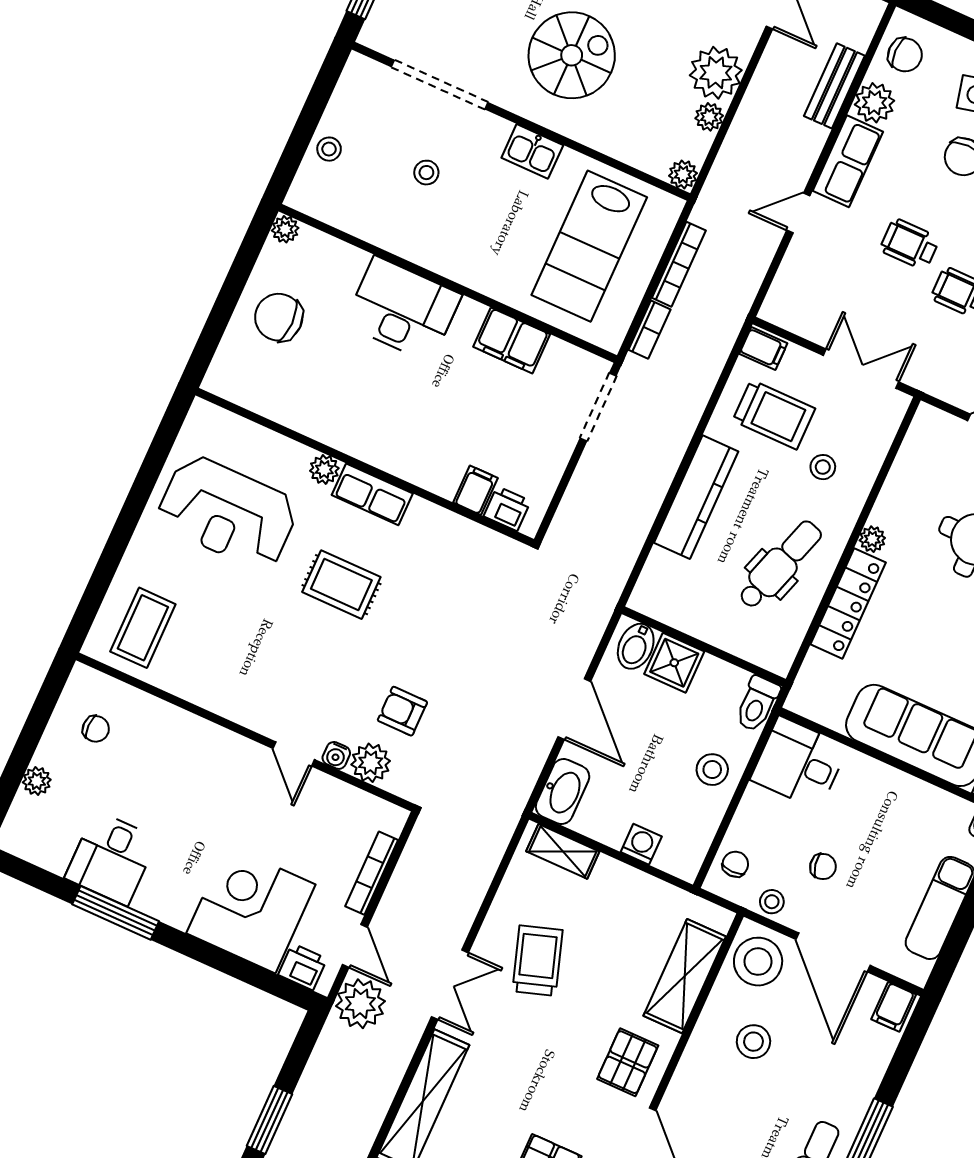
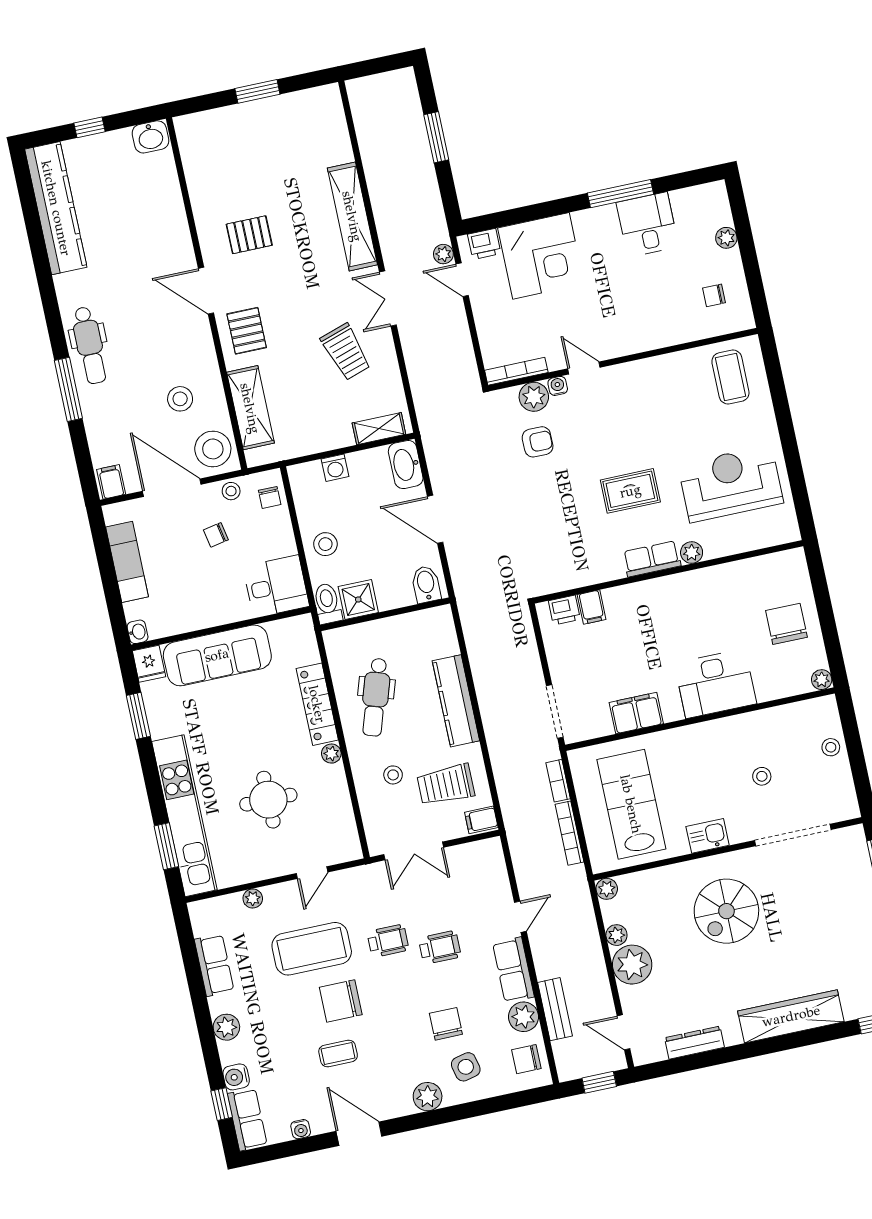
chair: (279, 317) -> (786, 624), turned -90
shower: (674, 663) -> (358, 599), moved
bookcase: (372, 873) -> (516, 371), moved, turned -90
plant: (360, 1004) -> (443, 254), width x0.53, depth x0.53

